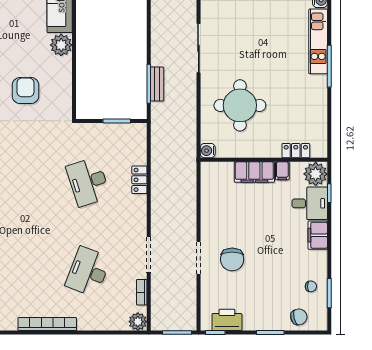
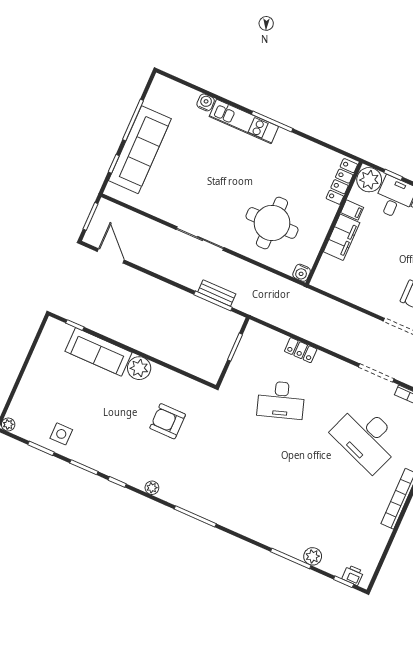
locker: (296, 151) -> (342, 181), width x1.53
desk: (88, 272) -> (367, 438), width x1.36, depth x1.30

